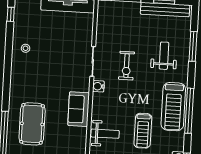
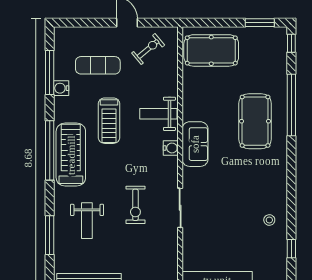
window: (11, 14) -> (291, 249), moved
exercise bike: (126, 66) -> (135, 205), turned 180
water cooler: (98, 86) -> (171, 148), moved
treadmill: (143, 131) -> (109, 121), turned 180

